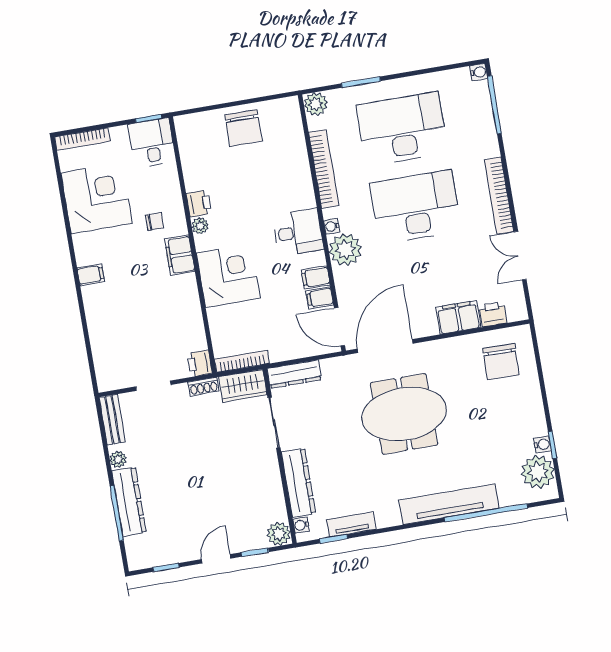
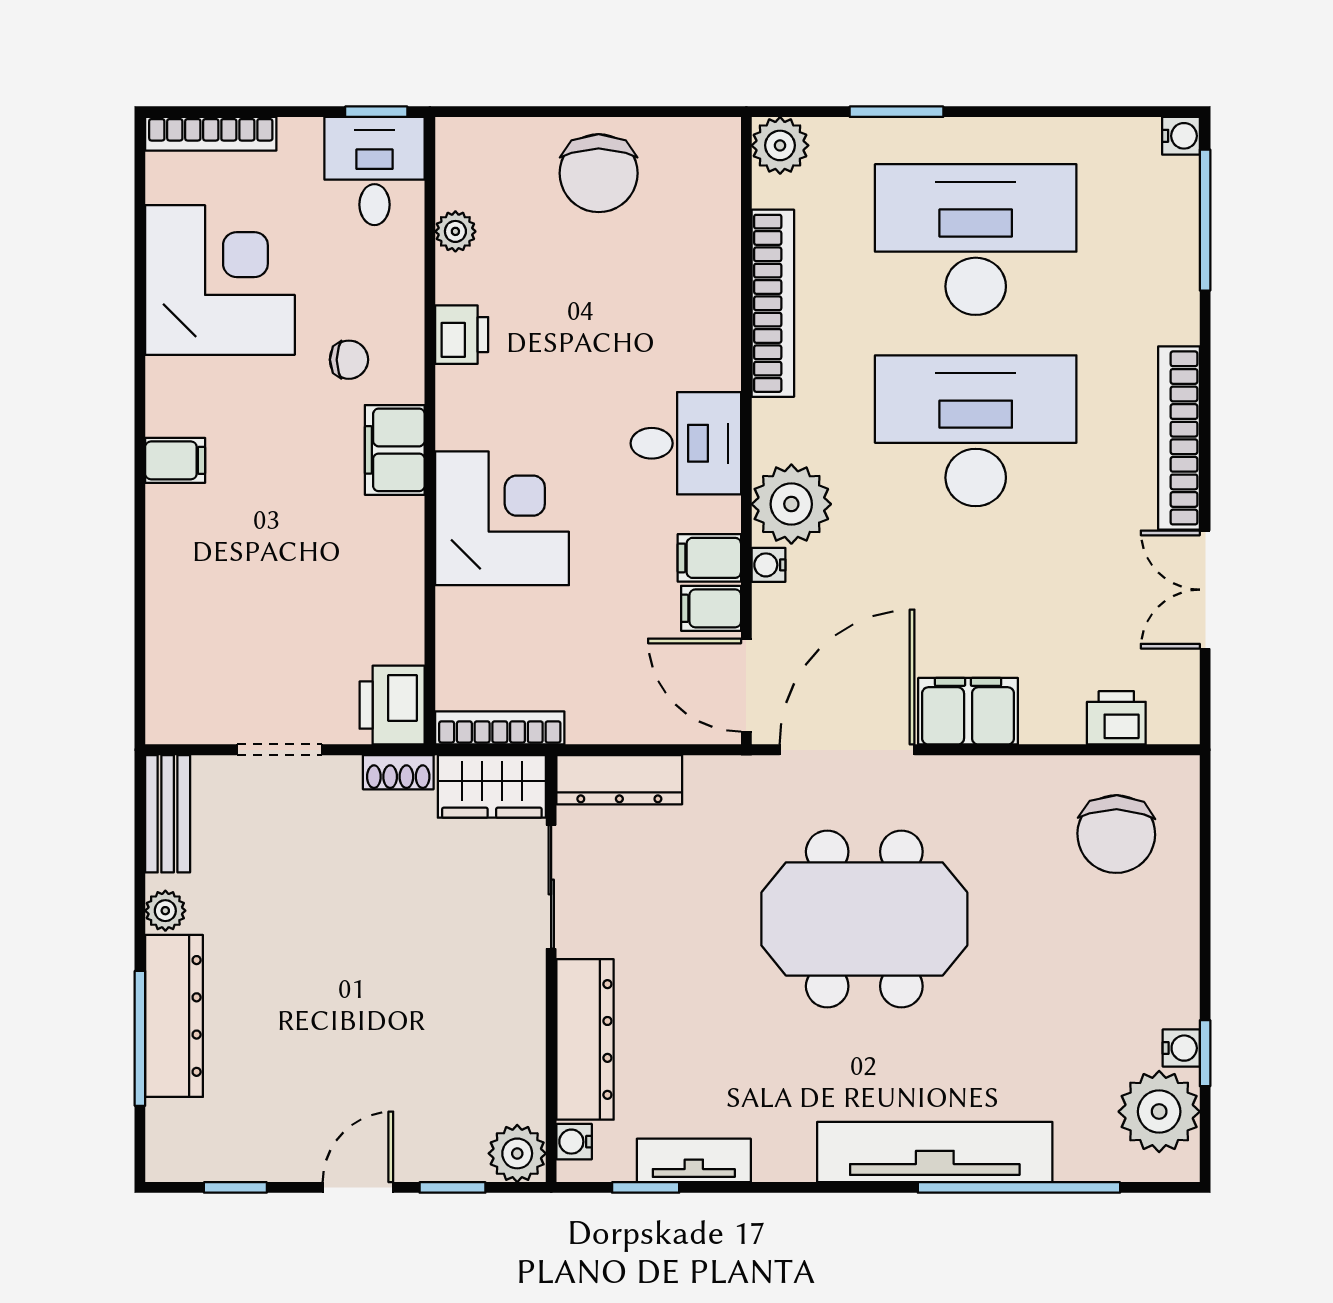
plant: (200, 226) -> (455, 231), moved
water cooler: (332, 226) -> (768, 565), moved
filing cabinet: (458, 317) -> (968, 711), moved
printer: (200, 363) -> (392, 705), width x1.36, depth x1.24

